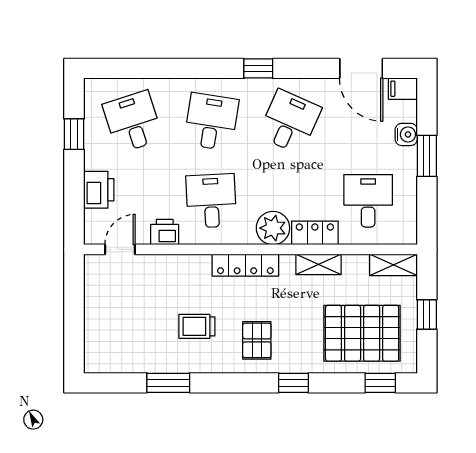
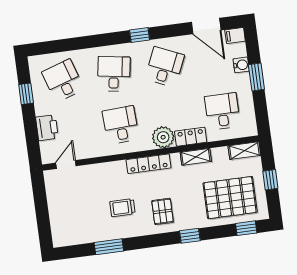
printer: (165, 232) -> (93, 149), removed

